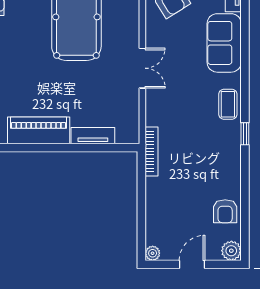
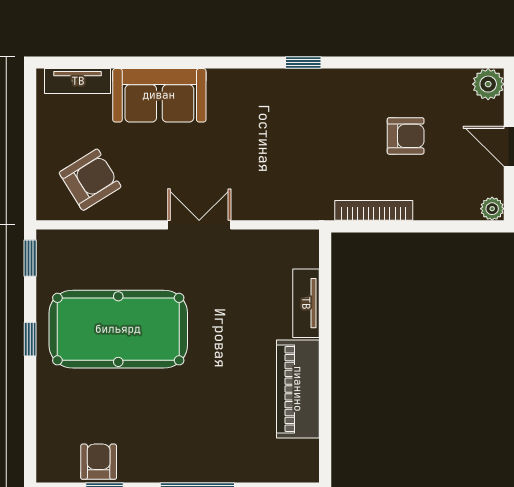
coffee table: (228, 104) -> (256, 90), removed
bookcase: (151, 151) -> (374, 210), moved
armchair: (225, 211) -> (406, 136), moved

